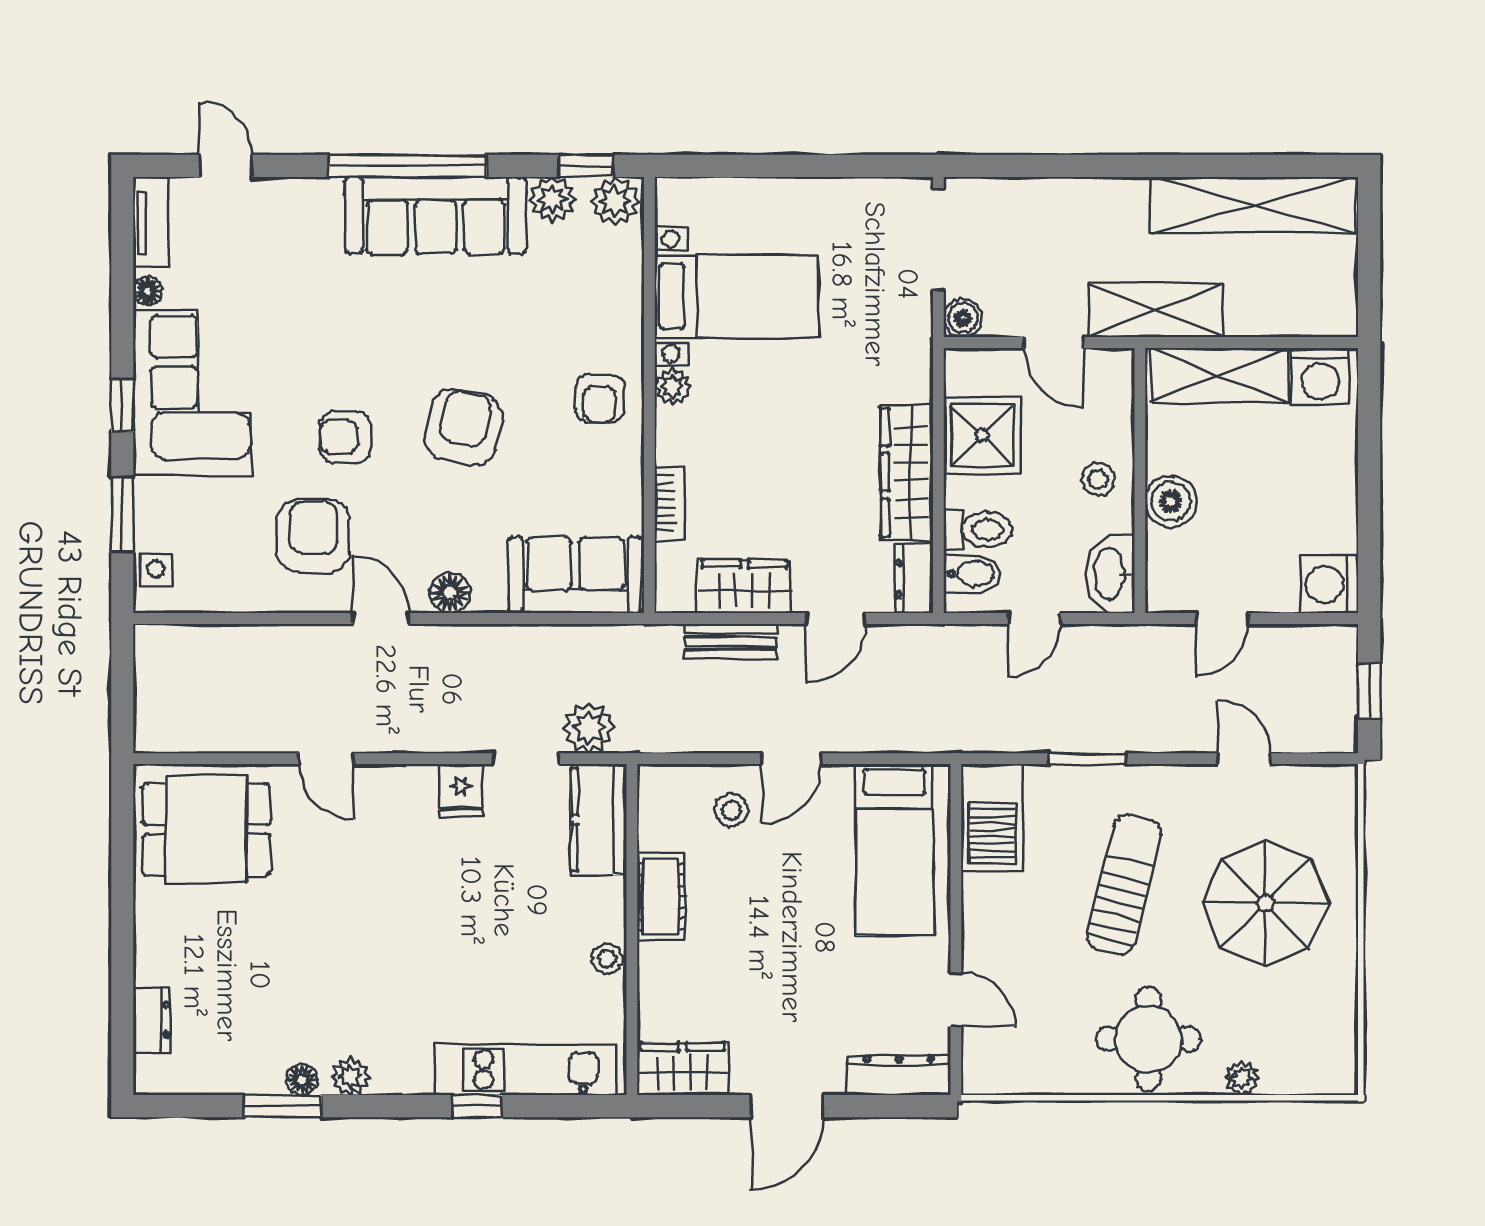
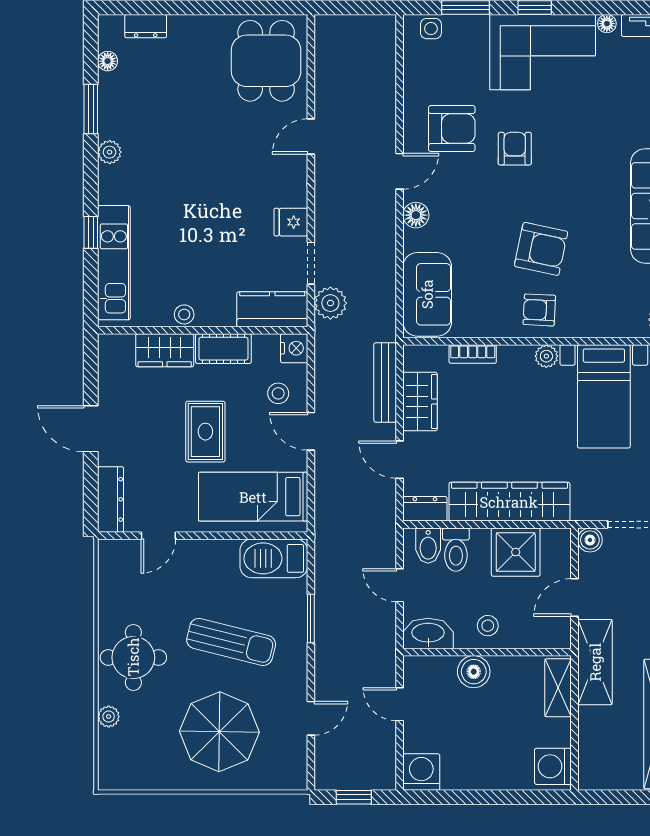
shelving: (1219, 375) -> (558, 688), width x0.67, depth x0.75
armchair: (464, 427) -> (541, 249), moved
wardrobe: (907, 472) -> (509, 502), width x1.40, depth x1.17
bench: (731, 641) -> (385, 382), width x1.36
nightstand: (660, 785) -> (294, 348), added
rug: (792, 925) -> (205, 432), added
wardrobe: (683, 1069) -> (165, 350), moved, turned 90
floor lamp: (302, 1080) -> (108, 61), moved

